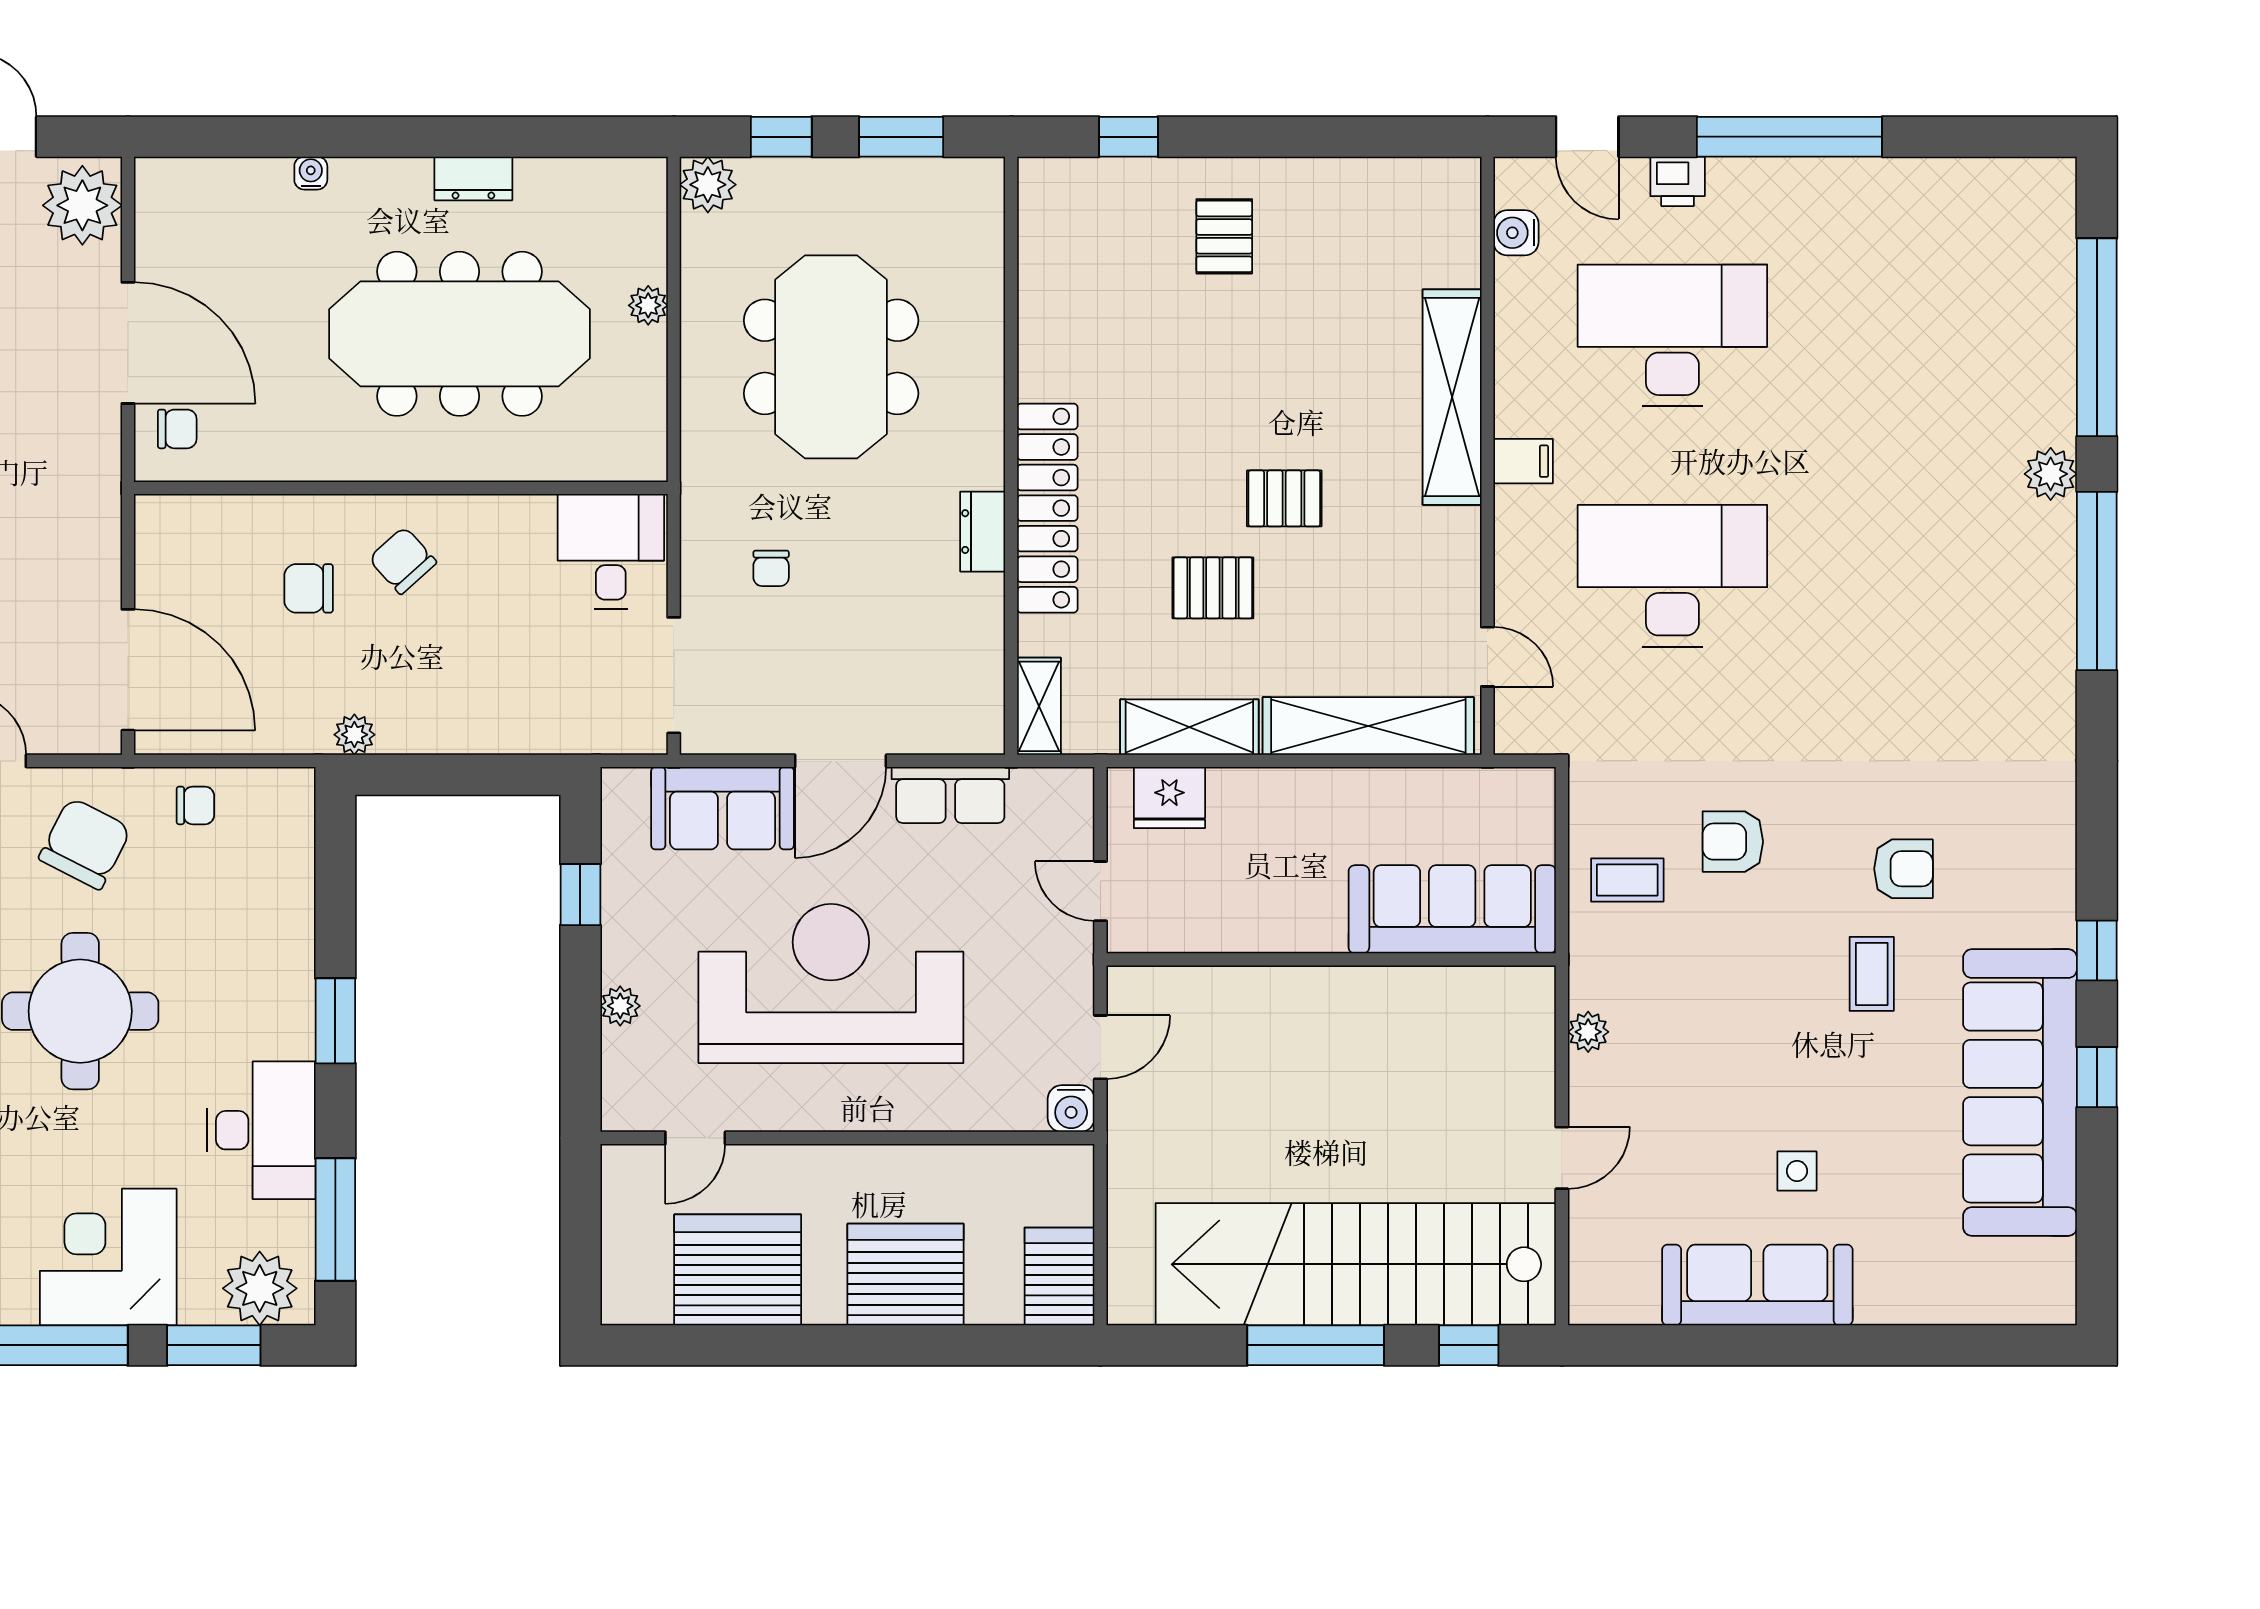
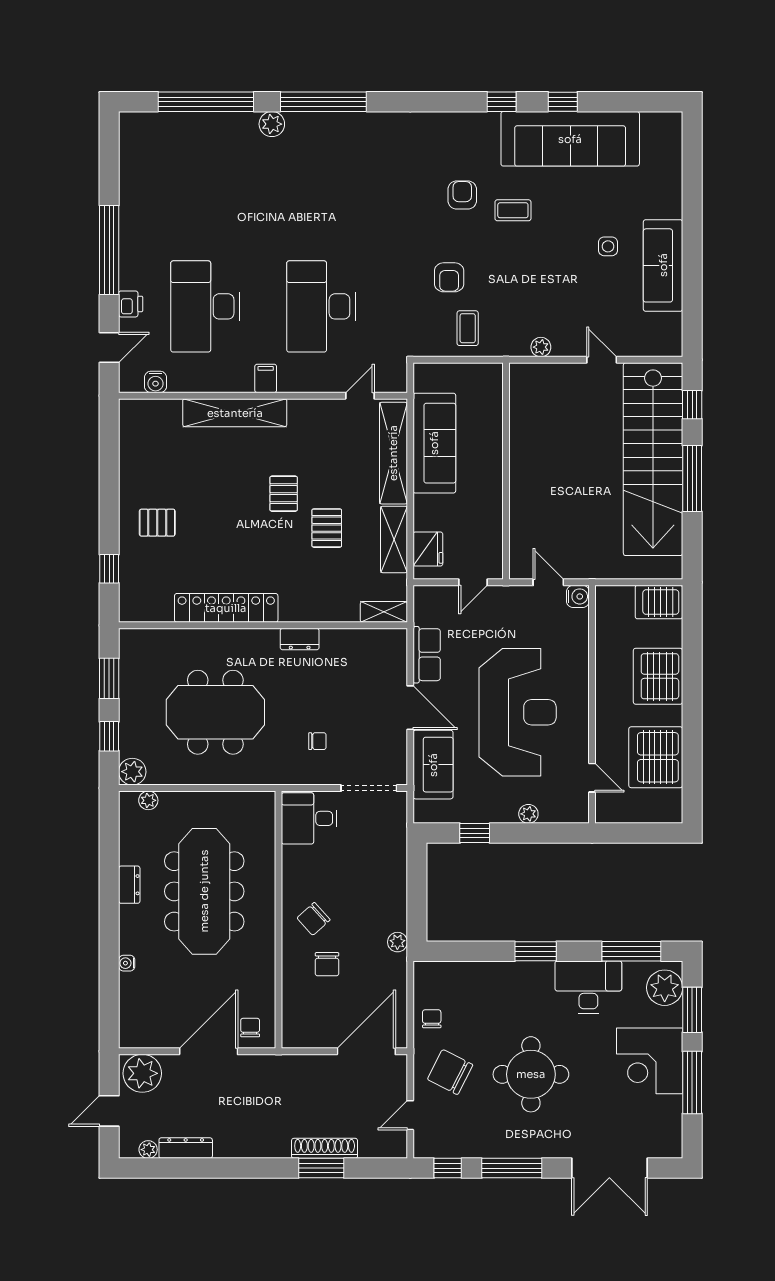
plant: (648, 305) -> (148, 800), moved
locker: (1047, 508) -> (226, 608), moved
sofa: (1452, 909) -> (434, 443), moved, turned 180
reception desk: (831, 984) -> (518, 712), turned 180

